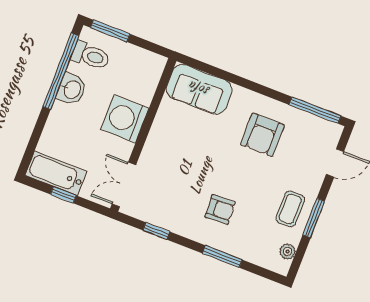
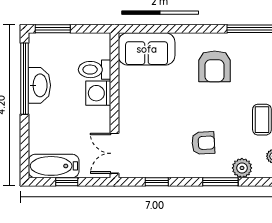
toilet: (91, 56) -> (95, 70), moved, turned 180
washbasin: (72, 89) -> (39, 85), width x1.38
washing machine: (125, 119) -> (98, 93), width x0.73, depth x0.73
plant: (250, 251) -> (242, 168), added

